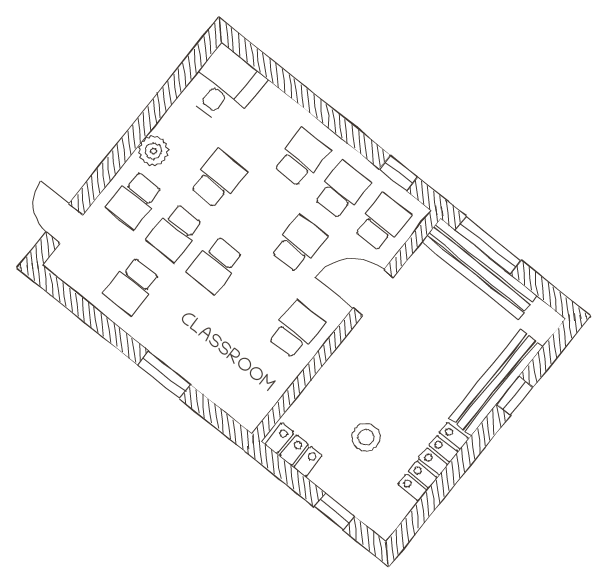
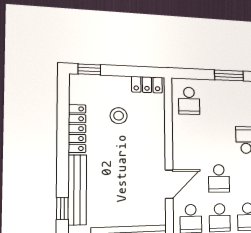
school desk: (296, 330) -> (189, 101), moved
window: (515, 396) -> (62, 208), moved
window: (334, 511) -> (89, 69), moved

